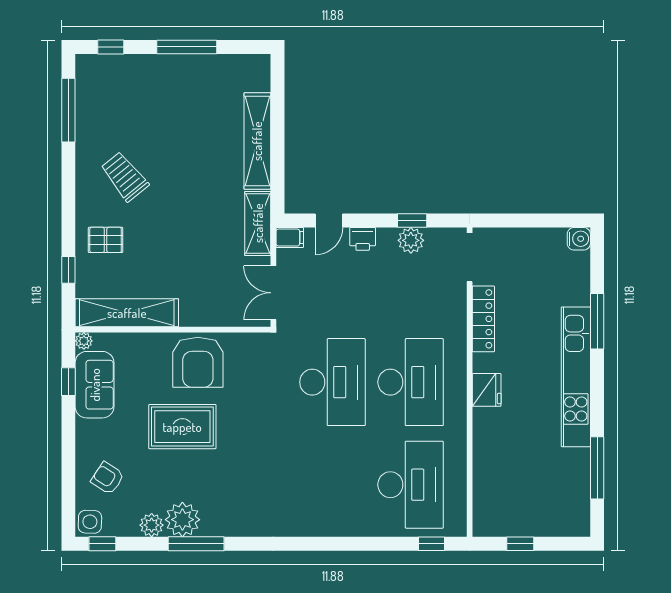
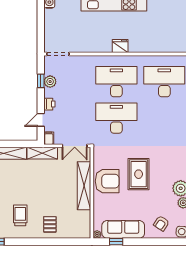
trolley: (125, 177) -> (20, 215), turned 129
door: (329, 220) -> (41, 120), swing flipped
window: (68, 270) -> (64, 242), removed
shelving: (127, 313) -> (84, 186), moved
locker: (483, 319) -> (87, 48), removed
sofa: (95, 385) -> (123, 229), width x1.36
rug: (182, 427) -> (139, 174), moved

